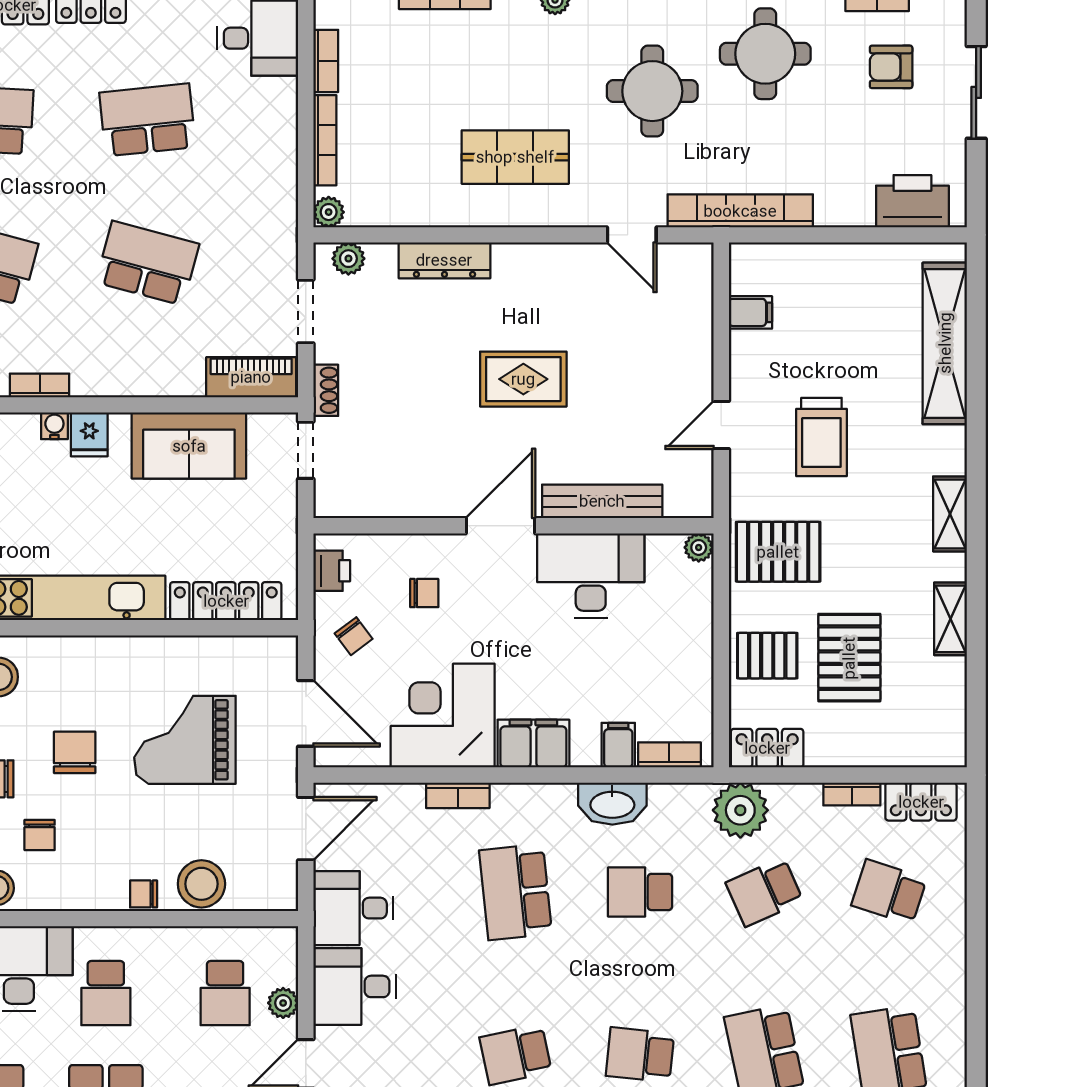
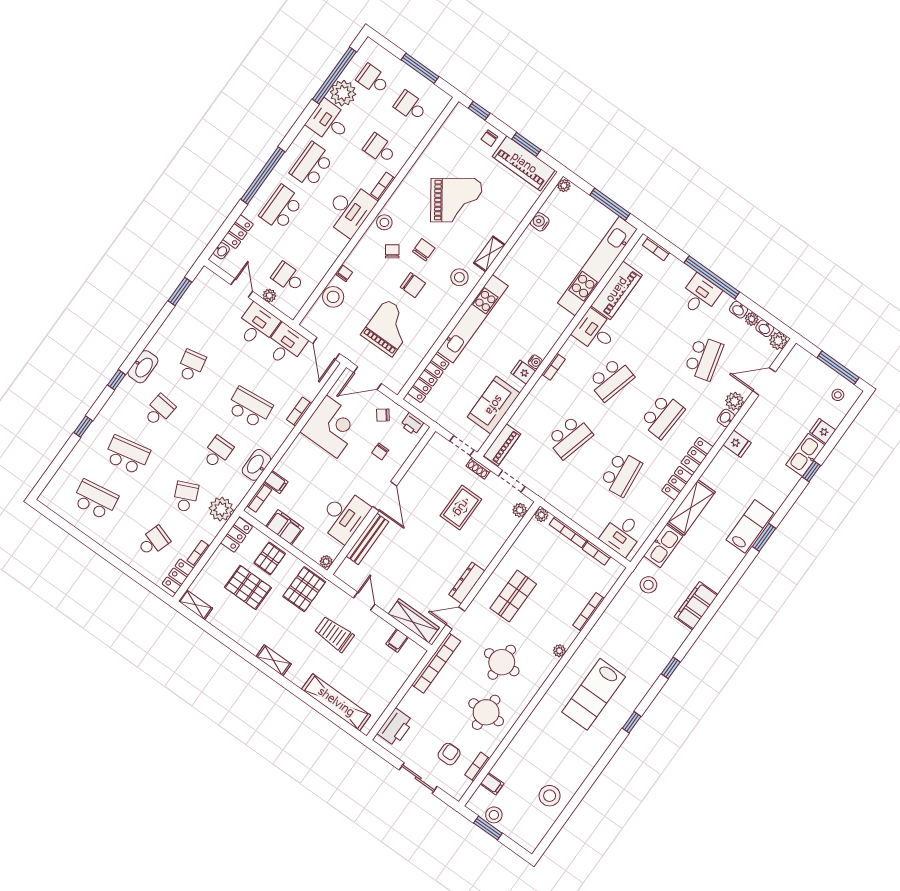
dresser: (444, 260) -> (467, 583), moved
wardrobe: (692, 308) -> (414, 621), added
rug: (523, 379) -> (461, 508), moved
shelving: (950, 619) -> (196, 605), moved
filing cabinet: (533, 744) -> (285, 527), moved, turned -90
chair: (40, 835) -> (392, 251), turned 54
school desk: (106, 993) -> (319, 235), removed

